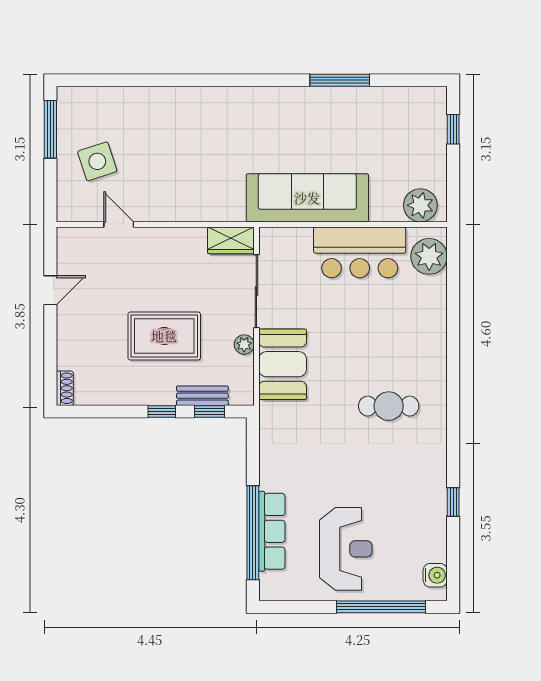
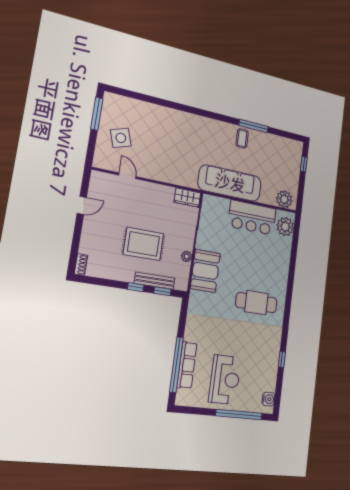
coffee table: (320, 109) -> (242, 138), added
bench: (202, 396) -> (155, 281), width x1.36
cafe table: (389, 406) -> (256, 303), width x1.37, depth x1.35

